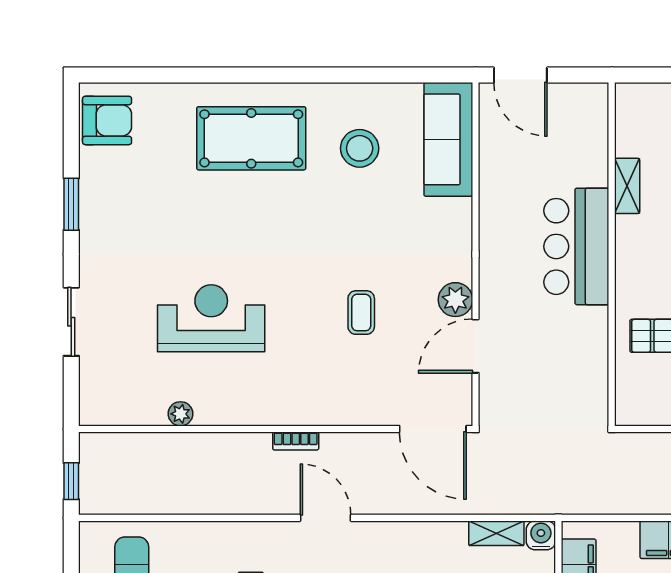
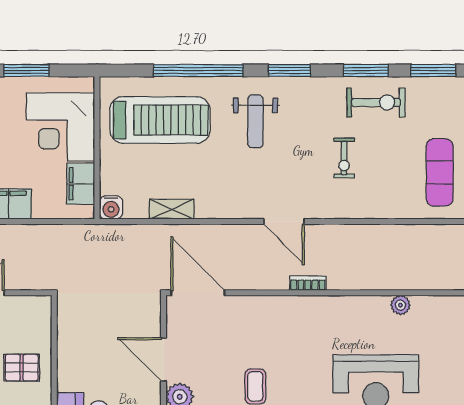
door: (475, 346) -> (164, 359), swing flipped
shelving: (496, 533) -> (172, 209), moved

